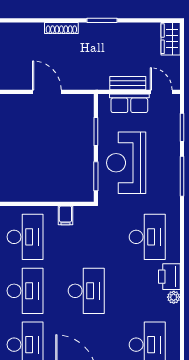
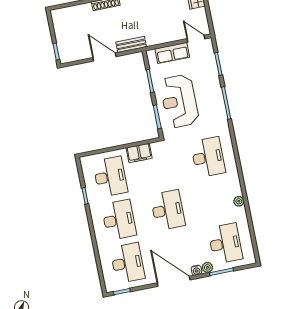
bench: (128, 83) -> (131, 44), moved
filing cabinet: (65, 215) -> (139, 153), width x2.00
printer: (169, 277) -> (232, 185), removed

